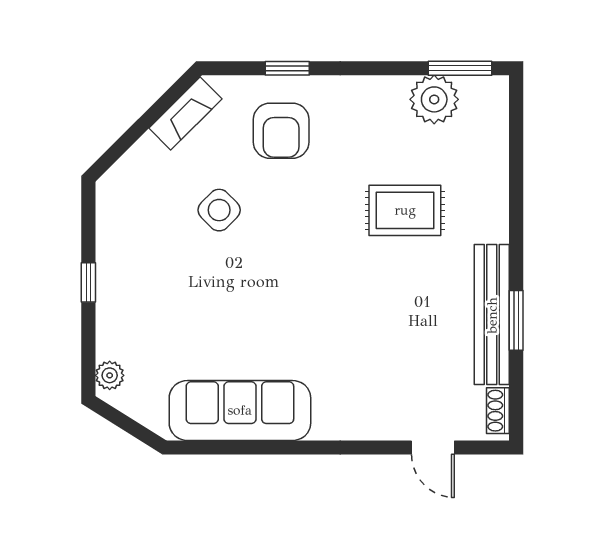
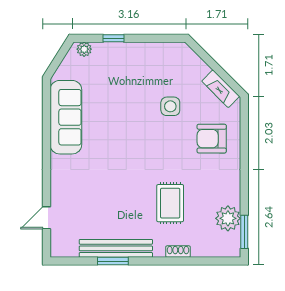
window: (287, 68) -> (244, 142), removed
side table: (219, 210) -> (170, 106), turned 45
window: (88, 282) -> (113, 38), moved
shoe rack: (498, 411) -> (178, 252), moved

